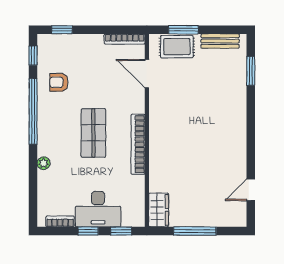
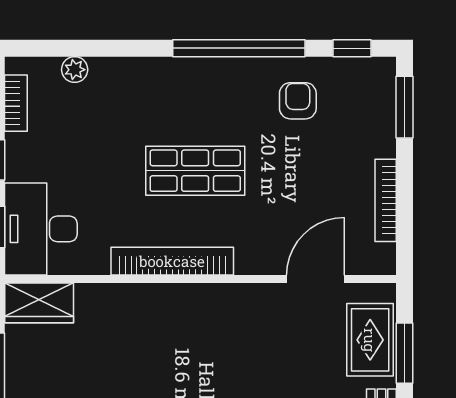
window: (62, 30) -> (404, 107), width x1.50
bookcase: (125, 39) -> (386, 200), moved
plant: (44, 163) -> (75, 70), moved
desk: (98, 209) -> (41, 229), moved

